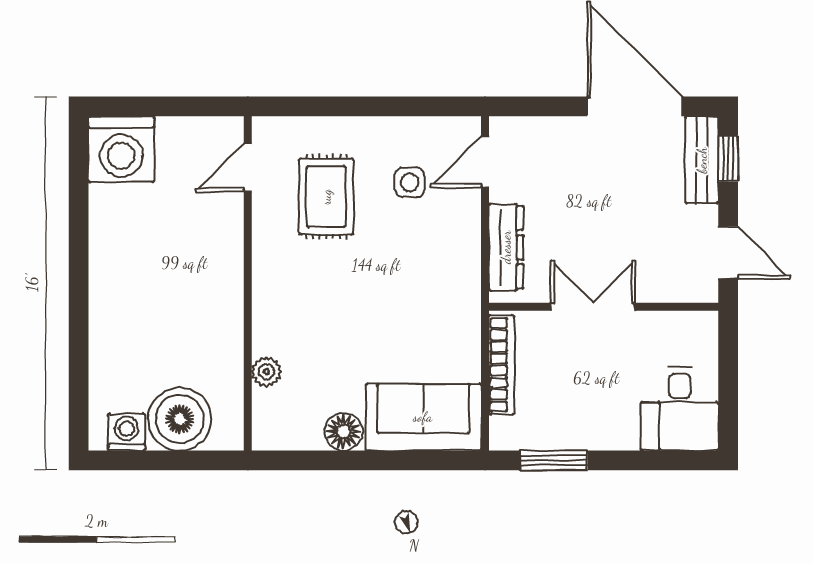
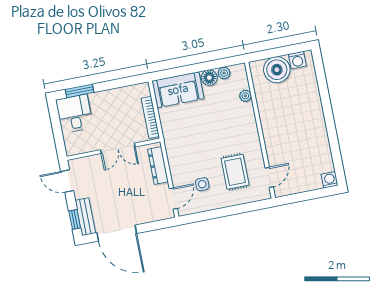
washing machine: (121, 149) -> (330, 180), width x0.53, depth x0.53
plant: (306, 435) -> (224, 73), added
window: (554, 460) -> (80, 91), moved

